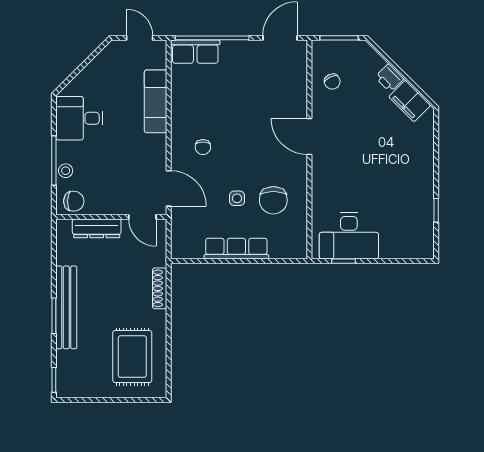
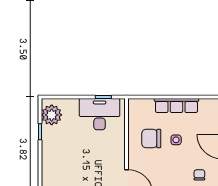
chair: (273, 200) -> (151, 139), turned -90
plant: (419, 235) -> (52, 115), added

